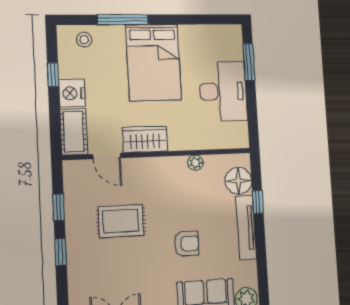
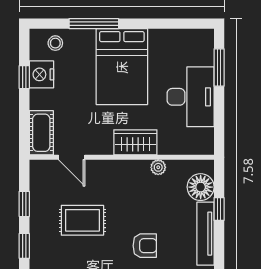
nightstand: (72, 93) -> (41, 74), moved
wardrobe: (145, 139) -> (135, 142), moved

